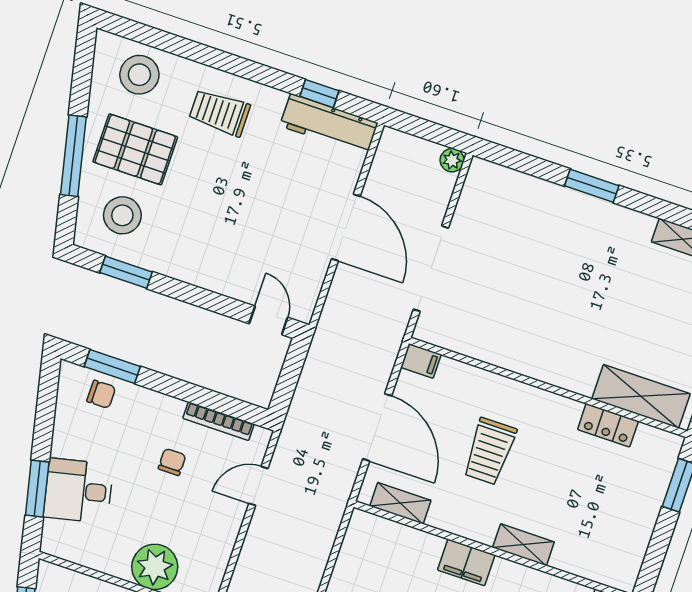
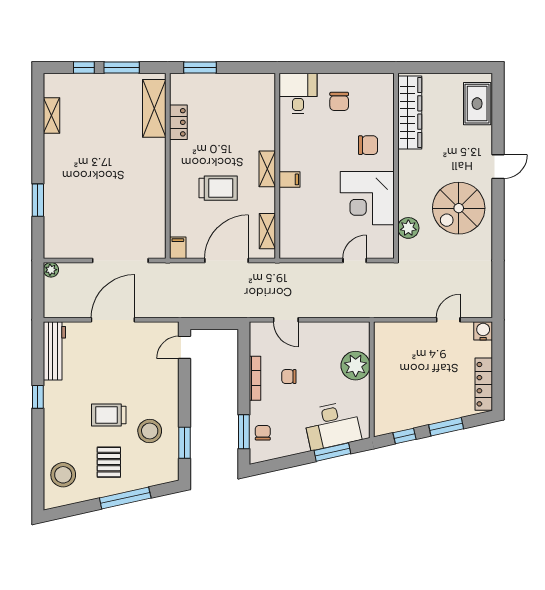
window: (319, 94) -> (38, 397), moved
trolley: (220, 113) -> (109, 415), moved, turned 90
pallet: (135, 149) -> (109, 462), width x0.67, depth x0.71
window: (592, 186) -> (38, 200), moved
stool: (122, 215) -> (150, 431), moved
bookcase: (219, 421) -> (255, 378), moved
desk: (78, 491) -> (332, 425), width x1.37
shelving: (523, 545) -> (267, 169), moved
filing cabinet: (466, 562) -> (290, 179), width x0.50

